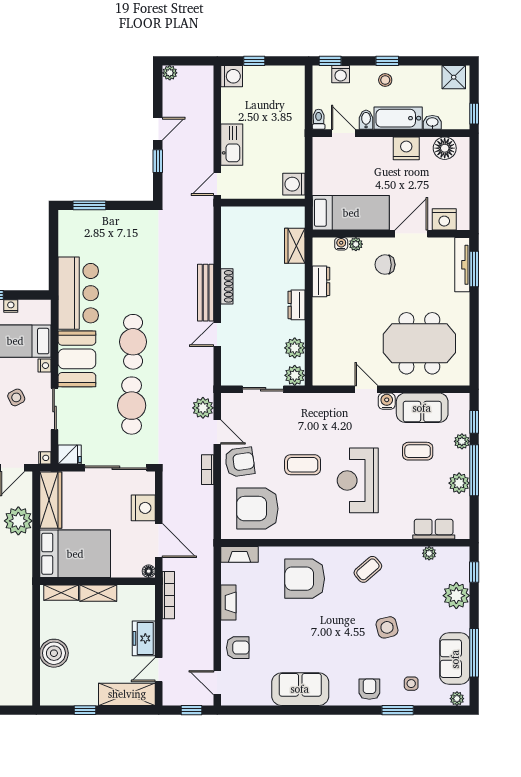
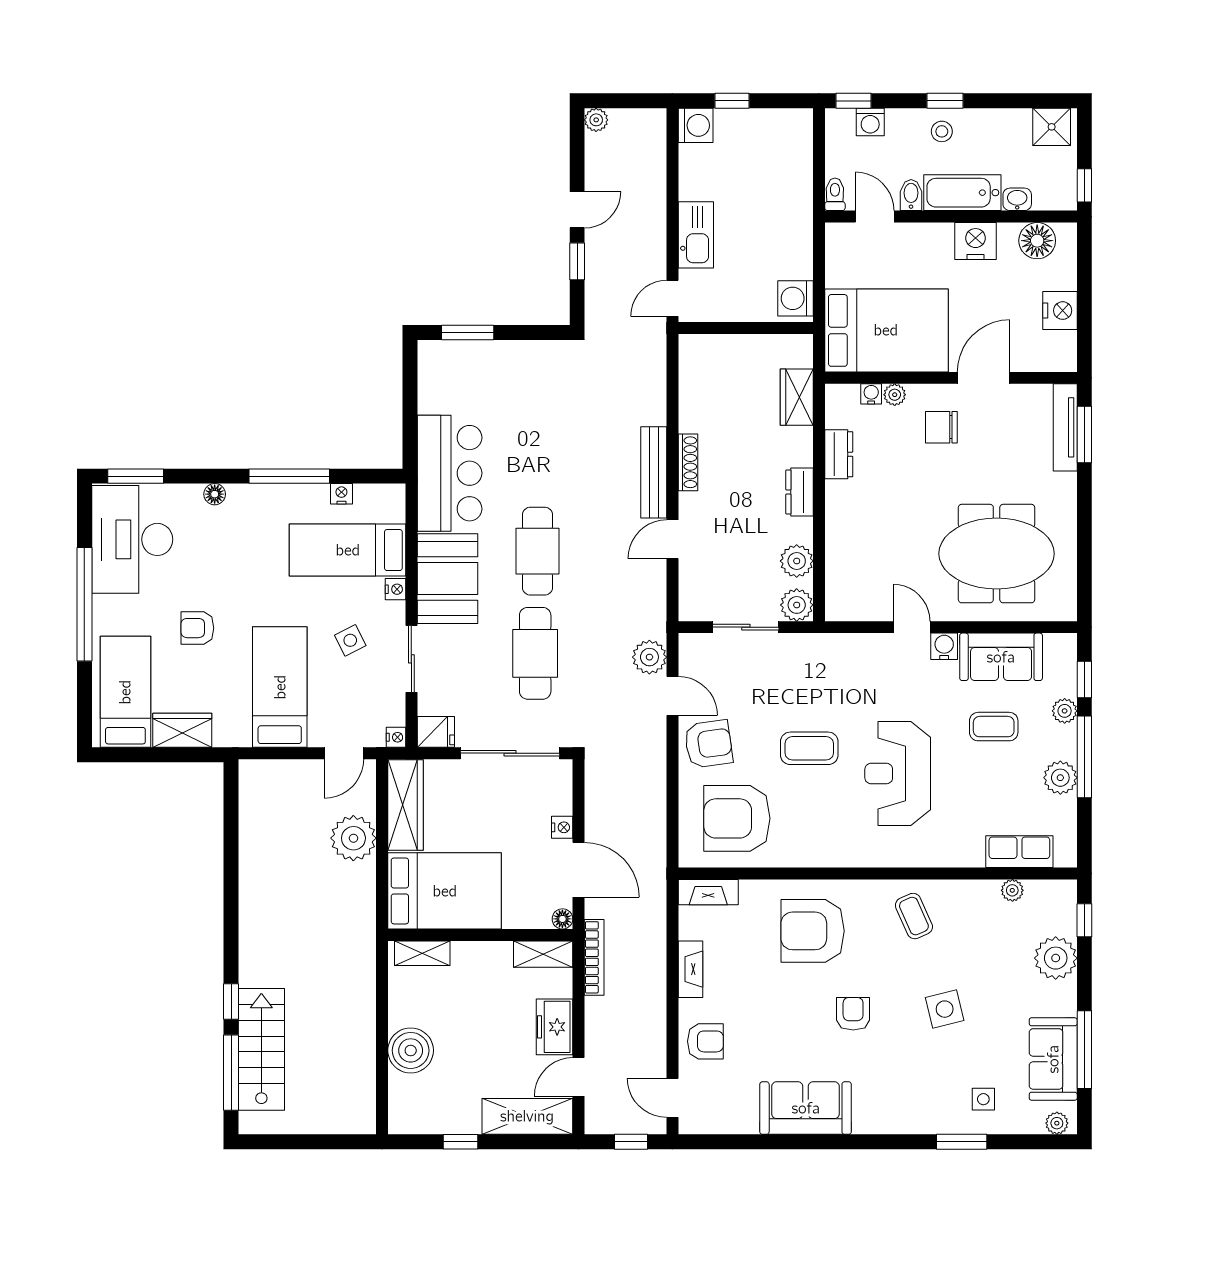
bed: (351, 213) -> (886, 330), width x1.50
nightstand: (444, 219) -> (1060, 311), moved, turned -90
bookcase: (208, 470) -> (657, 756), removed
nightstand: (143, 508) -> (562, 827), width x0.53, depth x0.56
coffee table: (368, 569) -> (914, 916), turned -73
shelving: (98, 593) -> (543, 954), moved
armchair: (369, 689) -> (853, 1014), moved

